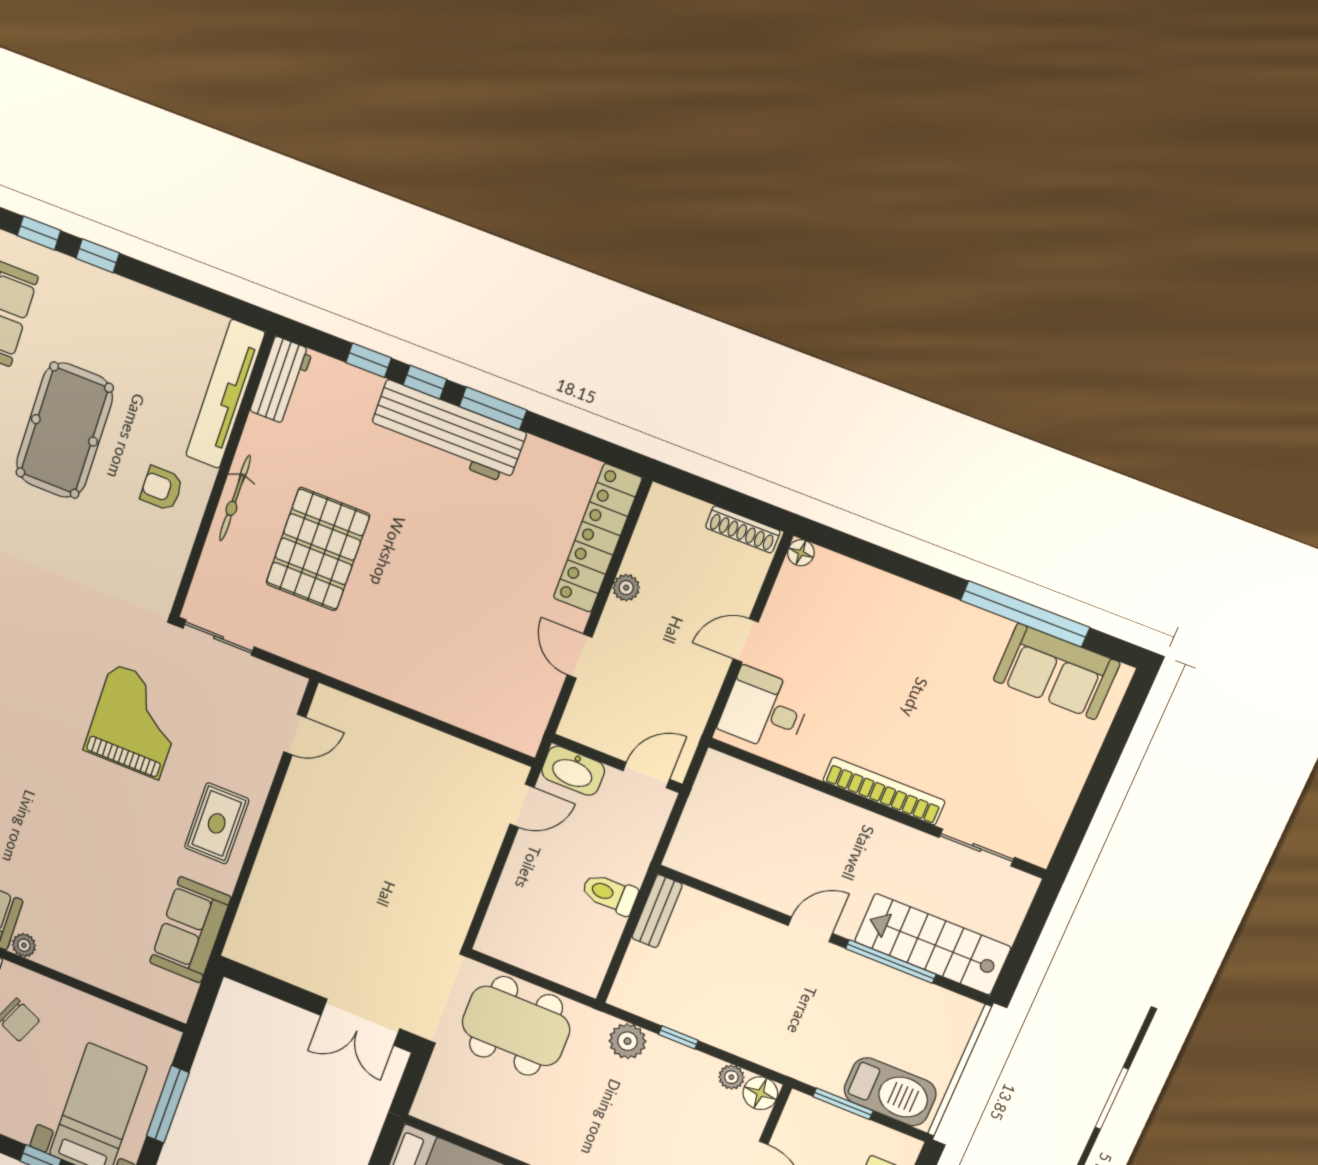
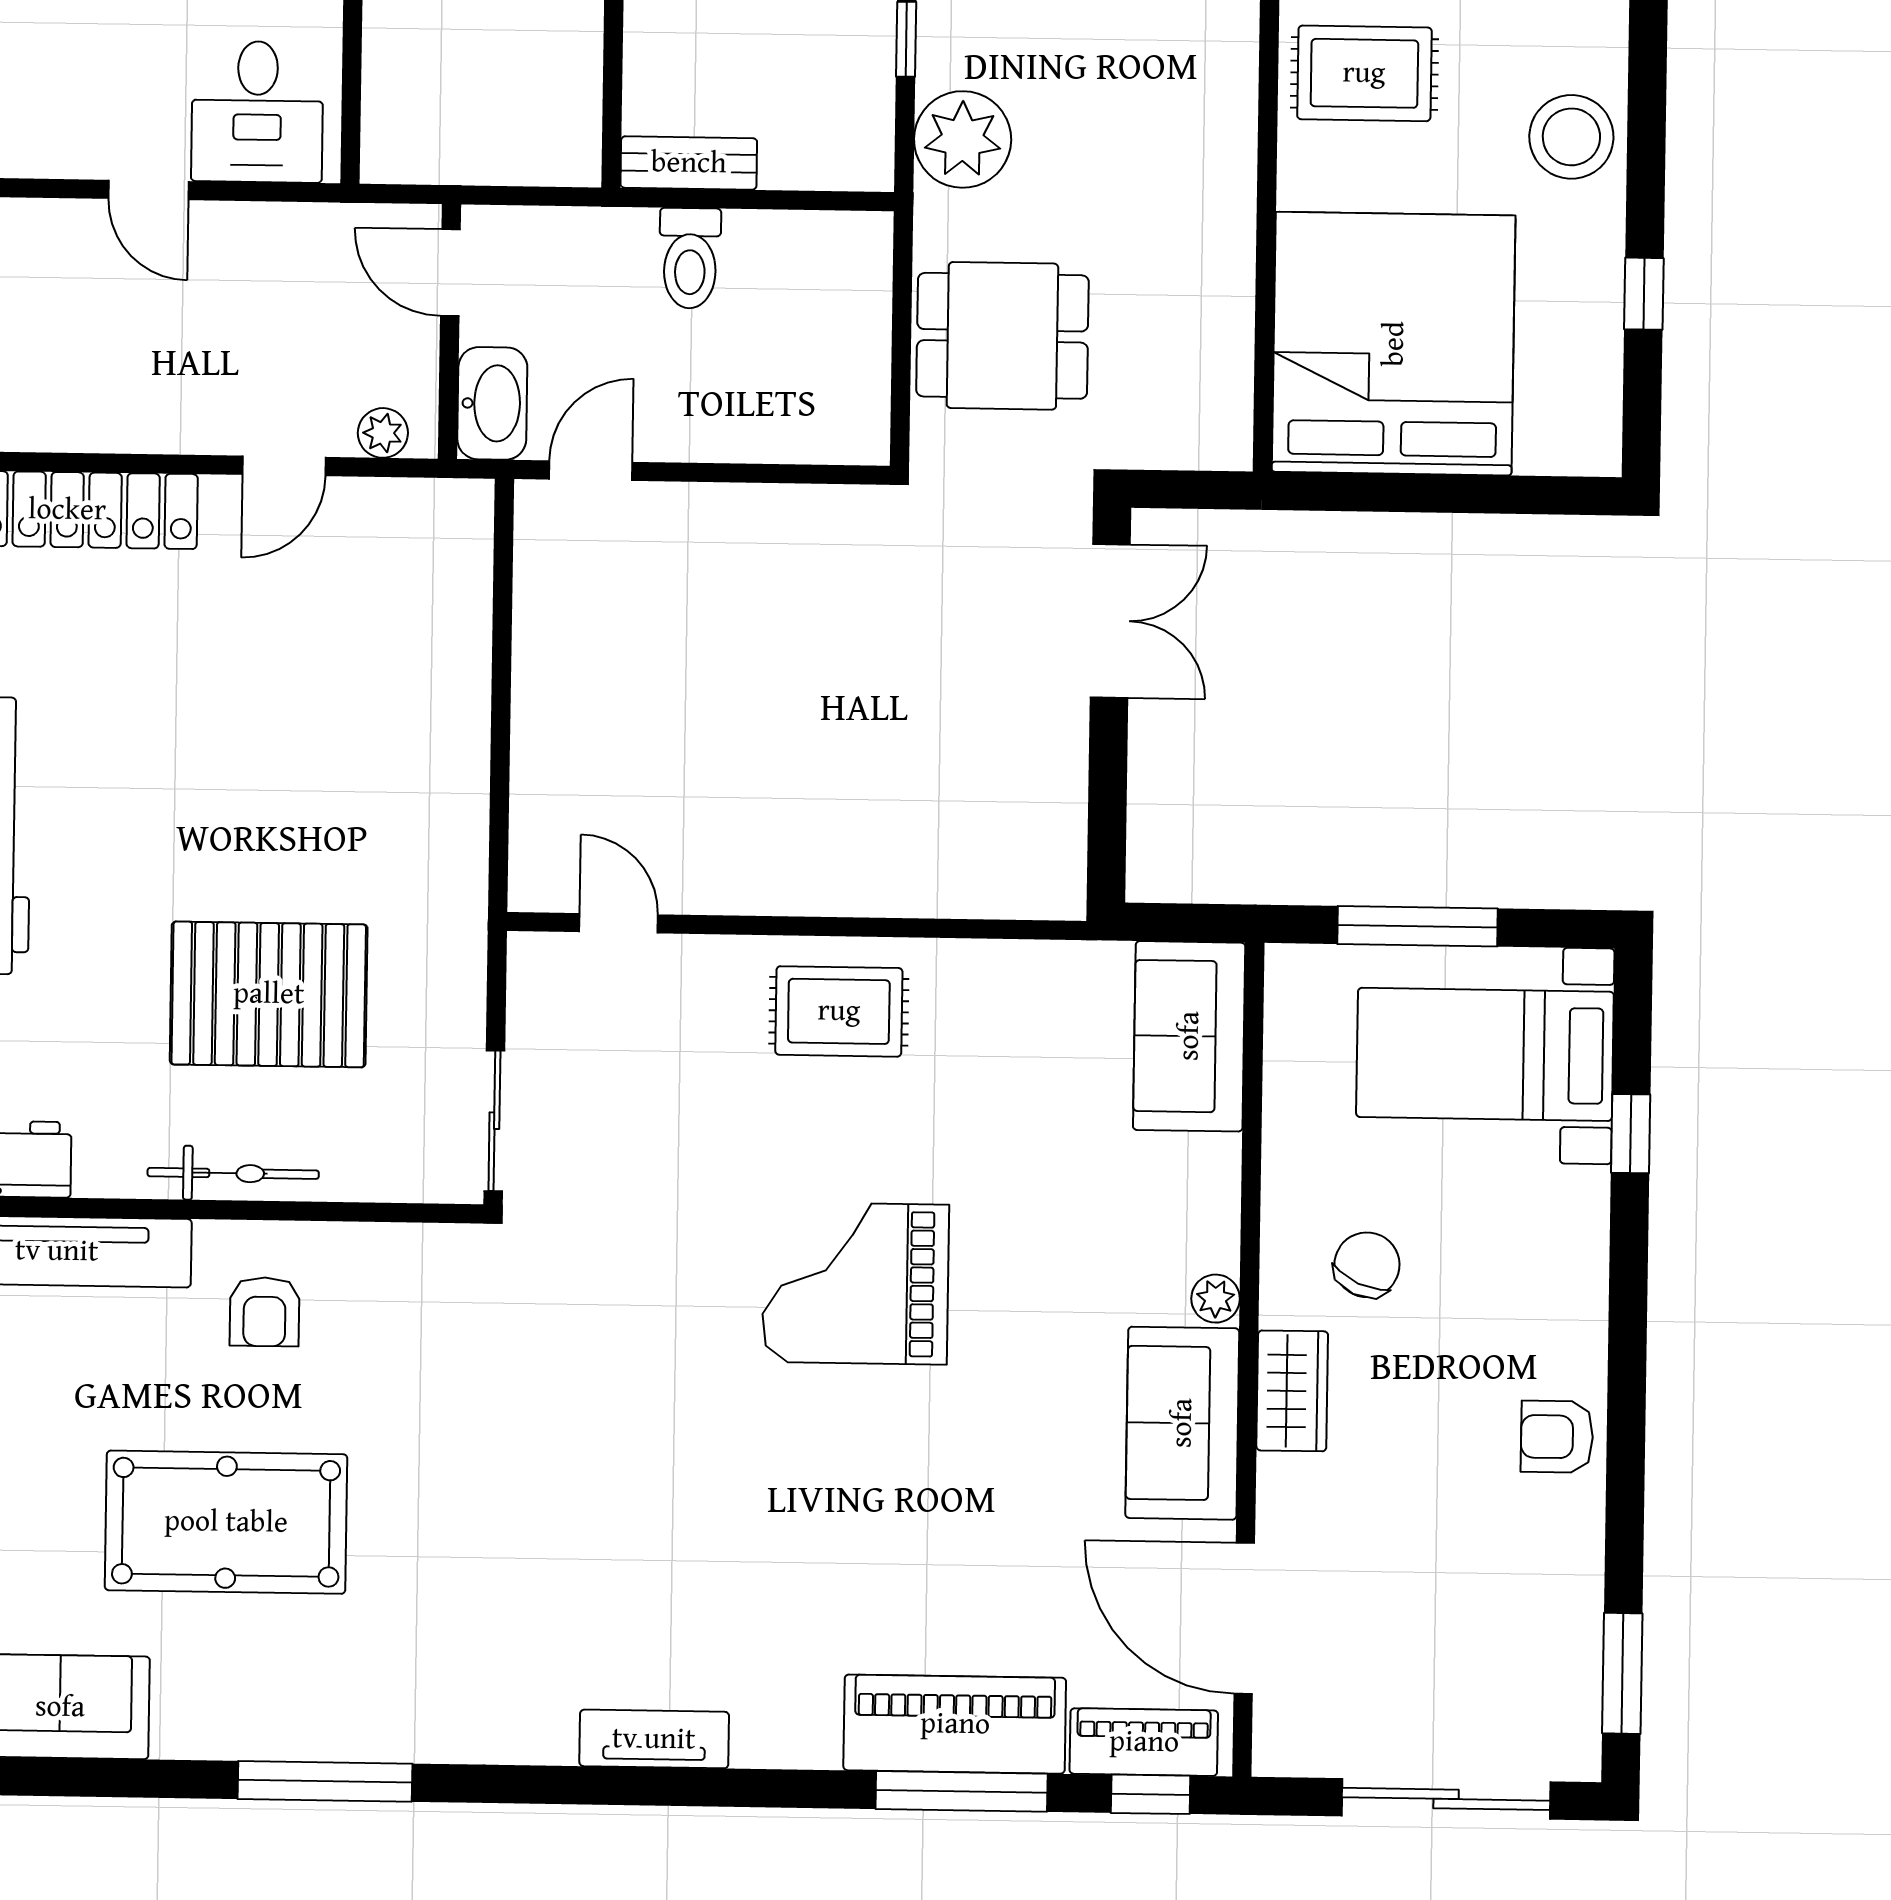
plant: (626, 588) -> (383, 433), moved
grand piano: (135, 721) -> (855, 1283), moved
door: (522, 806) -> (591, 471), hinge flipped
sofa: (190, 930) -> (1189, 1036), moved, turned 90
dining table: (516, 1026) -> (1002, 336), width x0.73
plant: (627, 1041) -> (963, 139), width x1.36, depth x1.36

